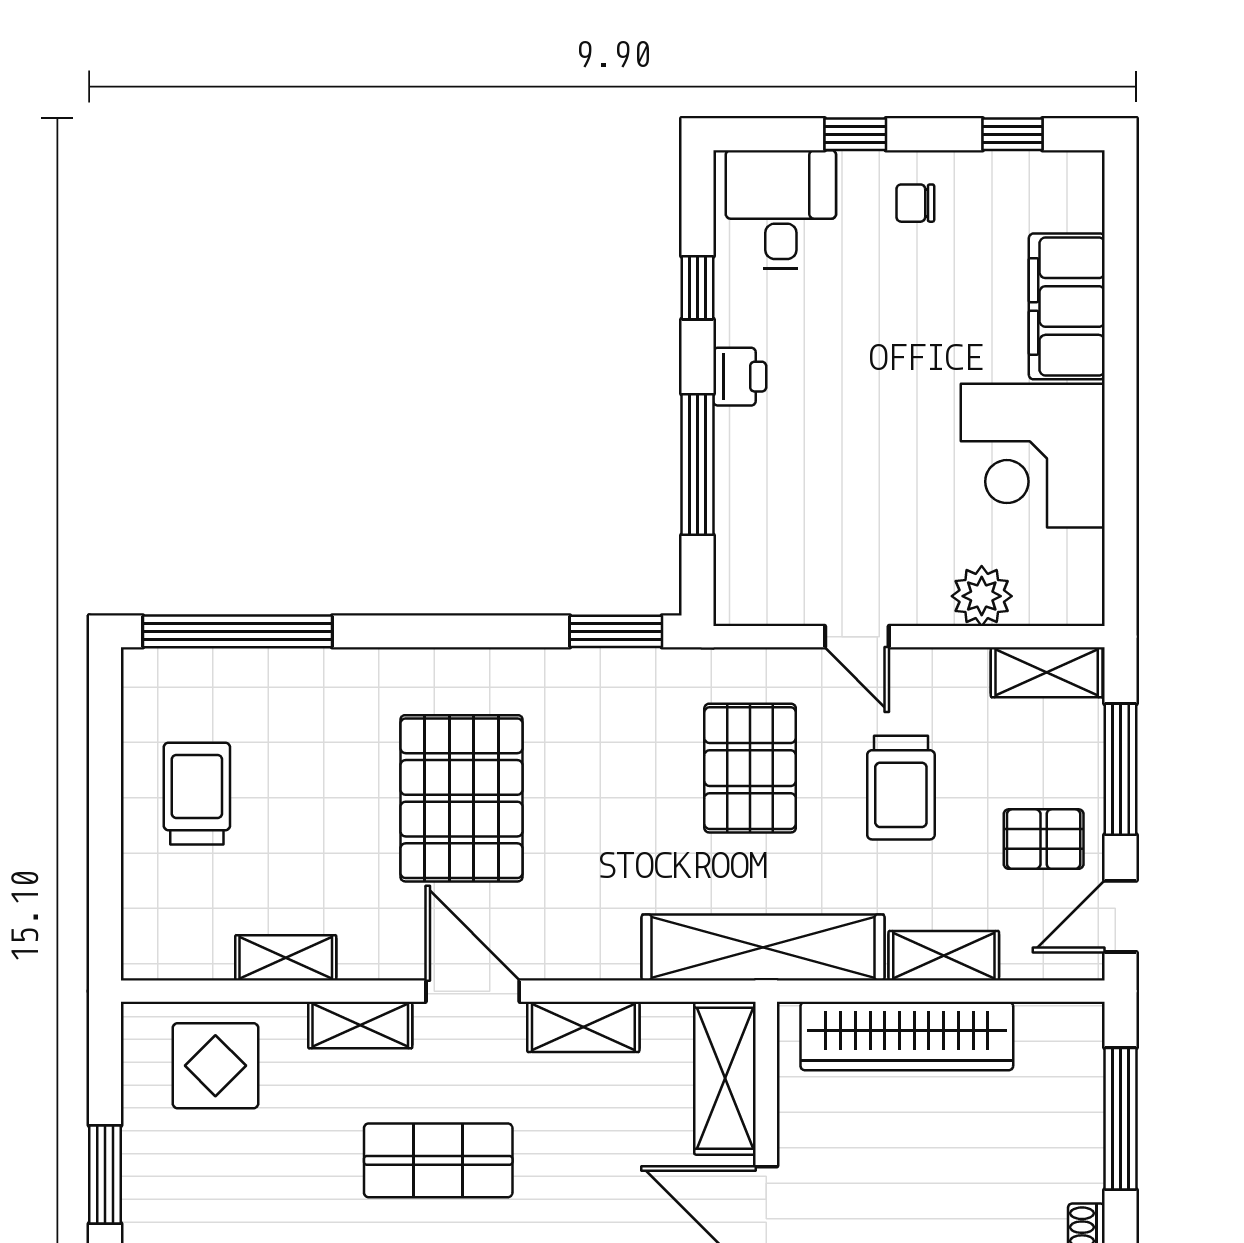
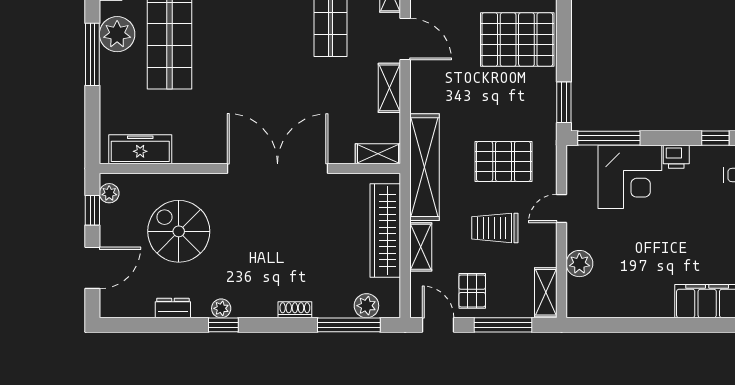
corner desk: (1033, 456) -> (630, 177), moved, turned 180
window: (697, 464) -> (609, 138), moved
pallet: (462, 798) -> (517, 40), moved
door: (473, 991) -> (405, 39), hinge flipped
shelving: (725, 1078) -> (378, 154), width x0.67, depth x0.75
plant: (1077, 1079) -> (366, 306), added

